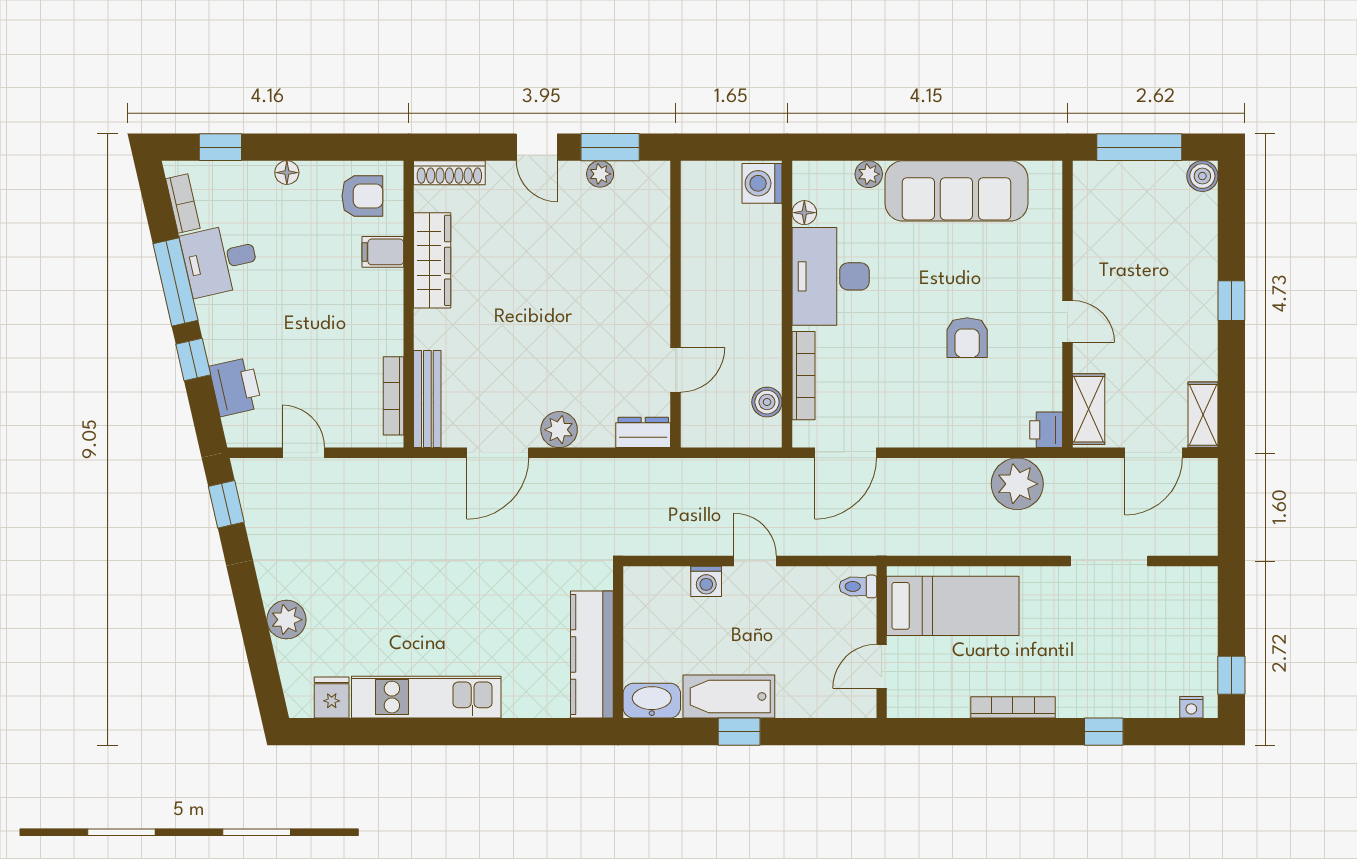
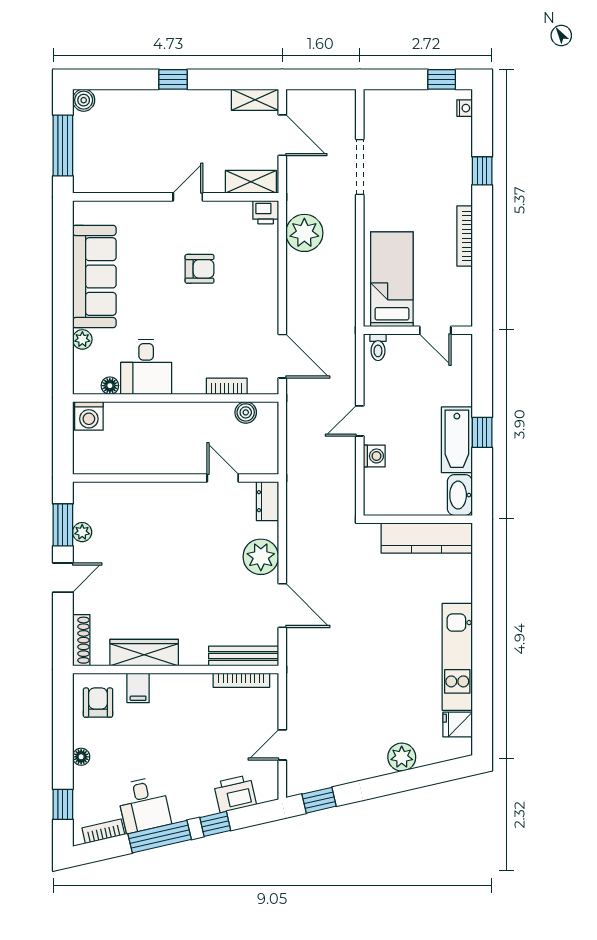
desk: (831, 276) -> (146, 367), width x0.73
bookcase: (803, 376) -> (227, 386), width x0.64
plant: (559, 430) -> (261, 557), width x1.36, depth x1.36

